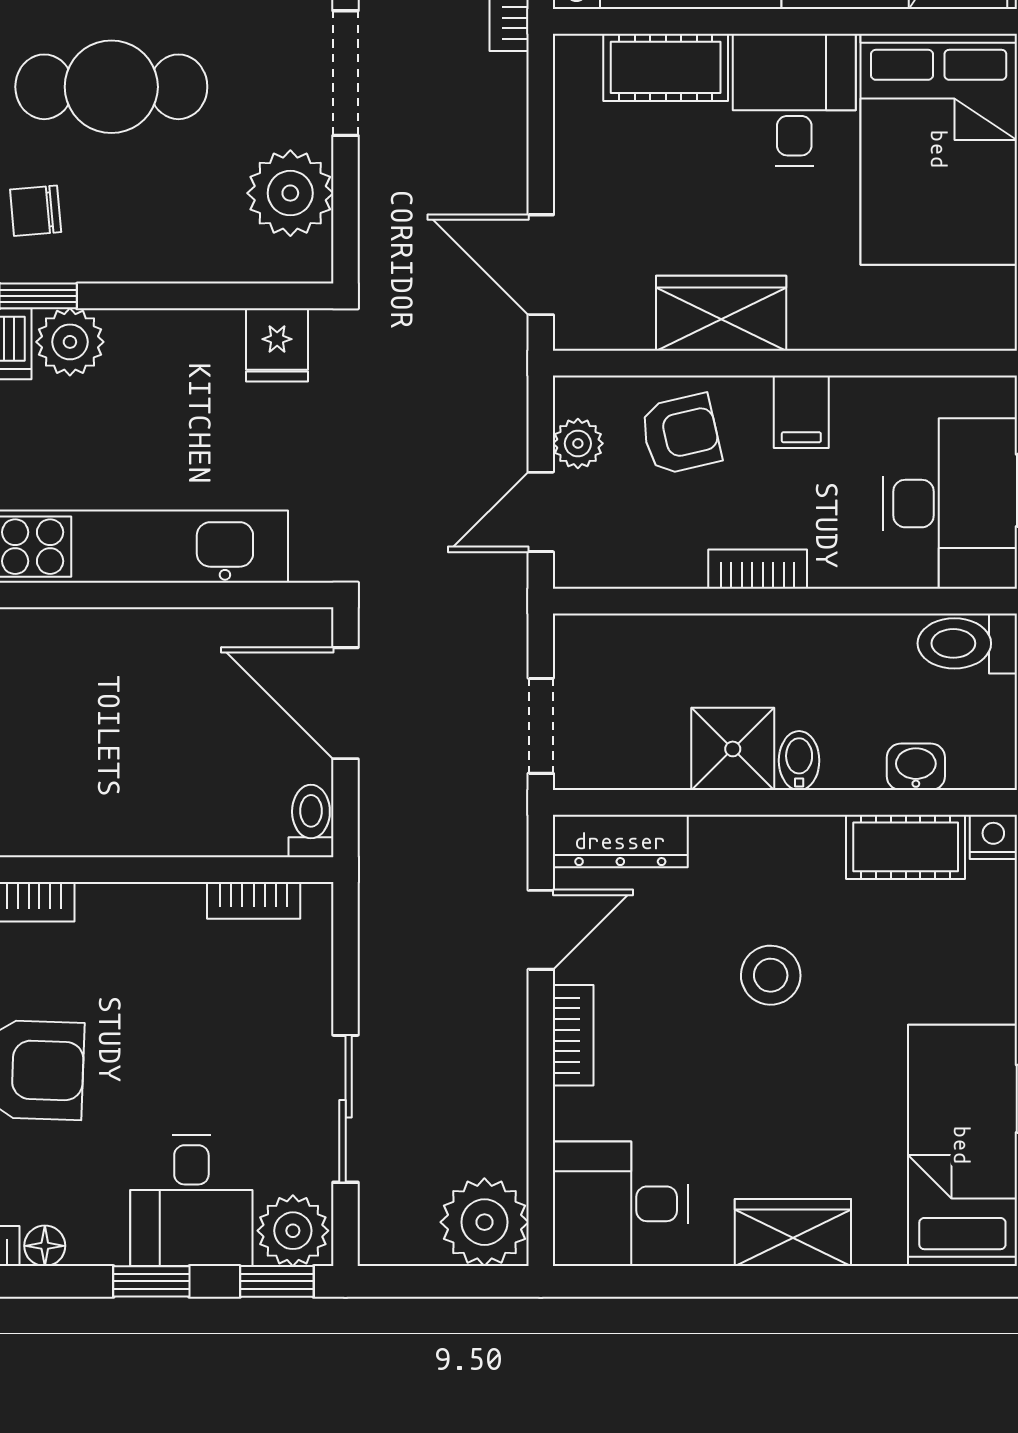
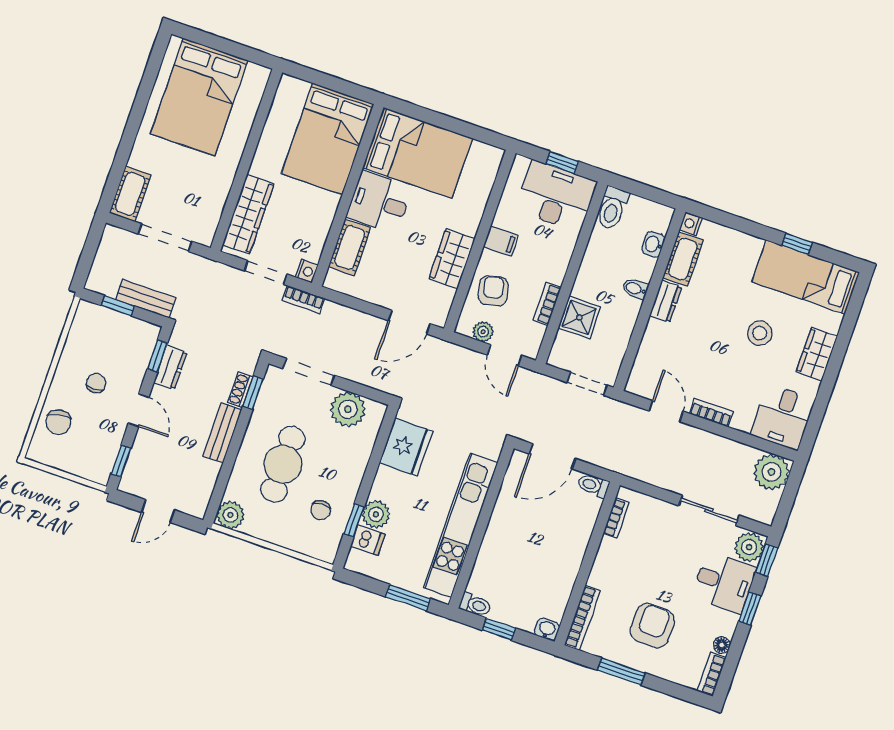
fridge: (277, 345) -> (406, 447), width x1.88, depth x1.34
bookcase: (758, 569) -> (547, 304), moved
shower: (733, 749) -> (579, 317), moved
dresser: (620, 841) -> (666, 301), moved, width x0.70
stool: (771, 975) -> (760, 333), moved

